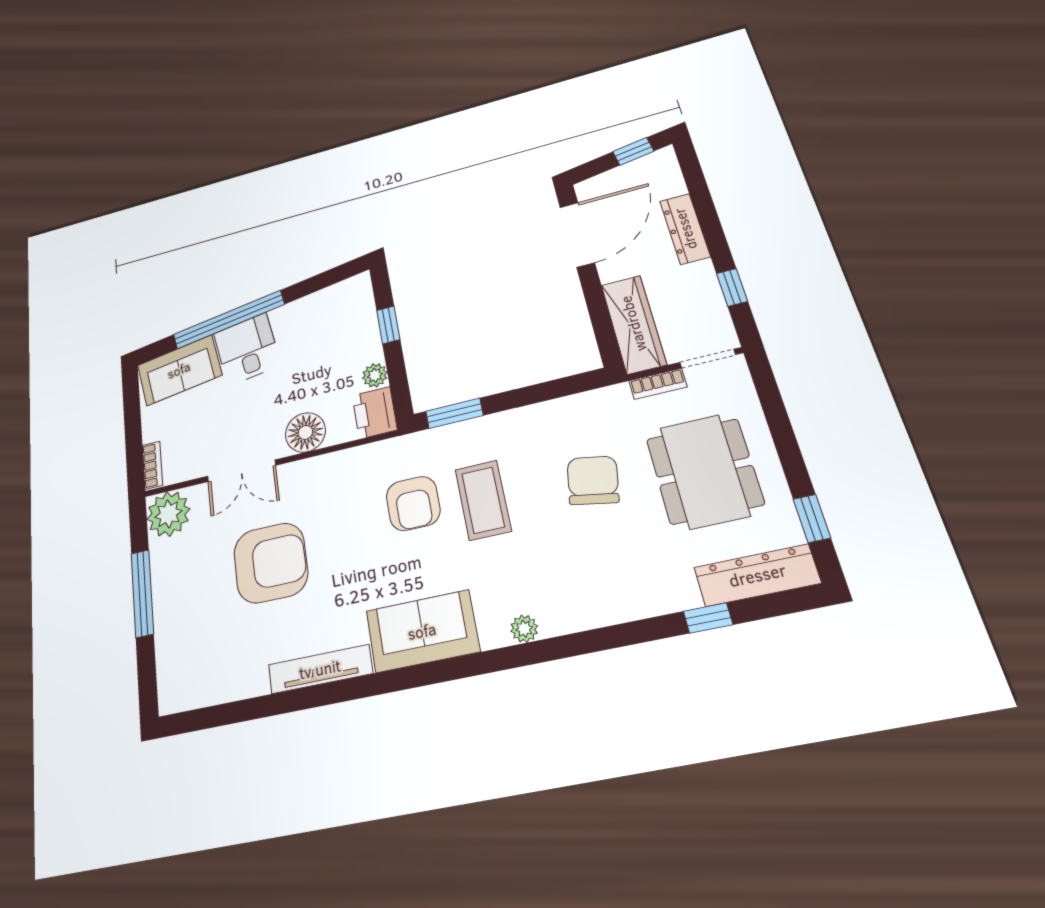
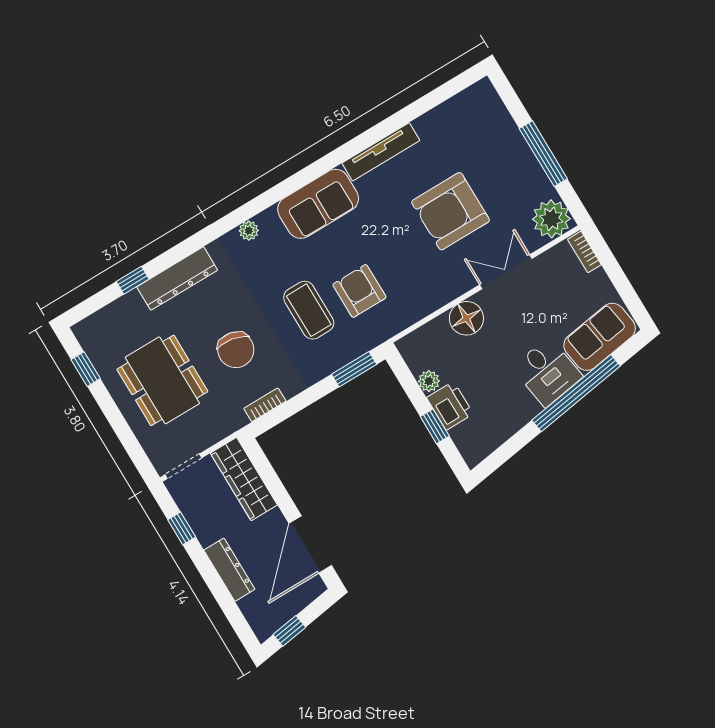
bookcase: (658, 384) -> (265, 405), moved
printer: (375, 413) -> (450, 406), moved
dresser: (757, 575) -> (177, 278), moved

